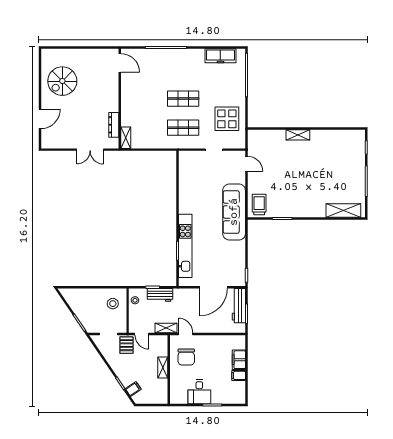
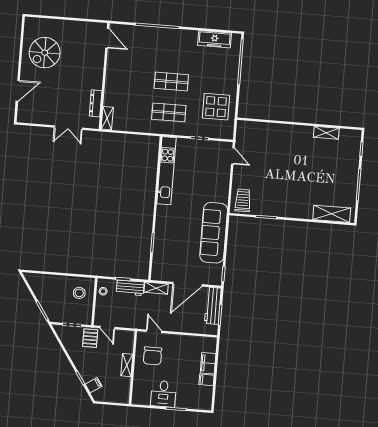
shelving: (298, 135) -> (326, 133), moved
sofa: (234, 212) -> (214, 233), moved
kitchen unit: (185, 246) -> (166, 171), moved
shelving: (166, 328) -> (156, 288), moved

